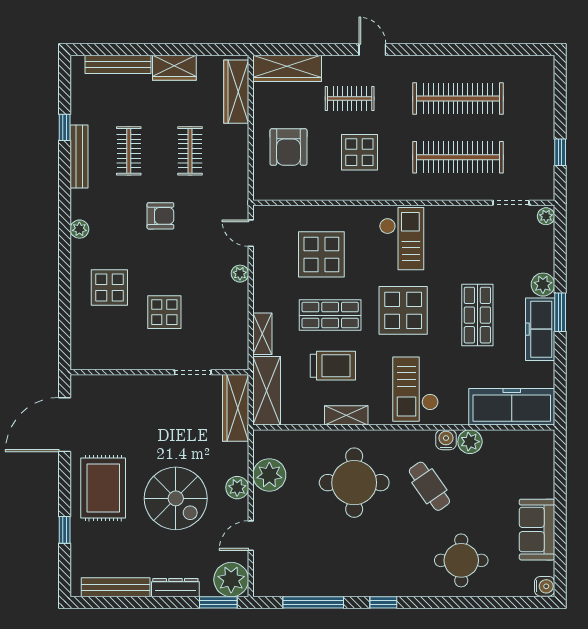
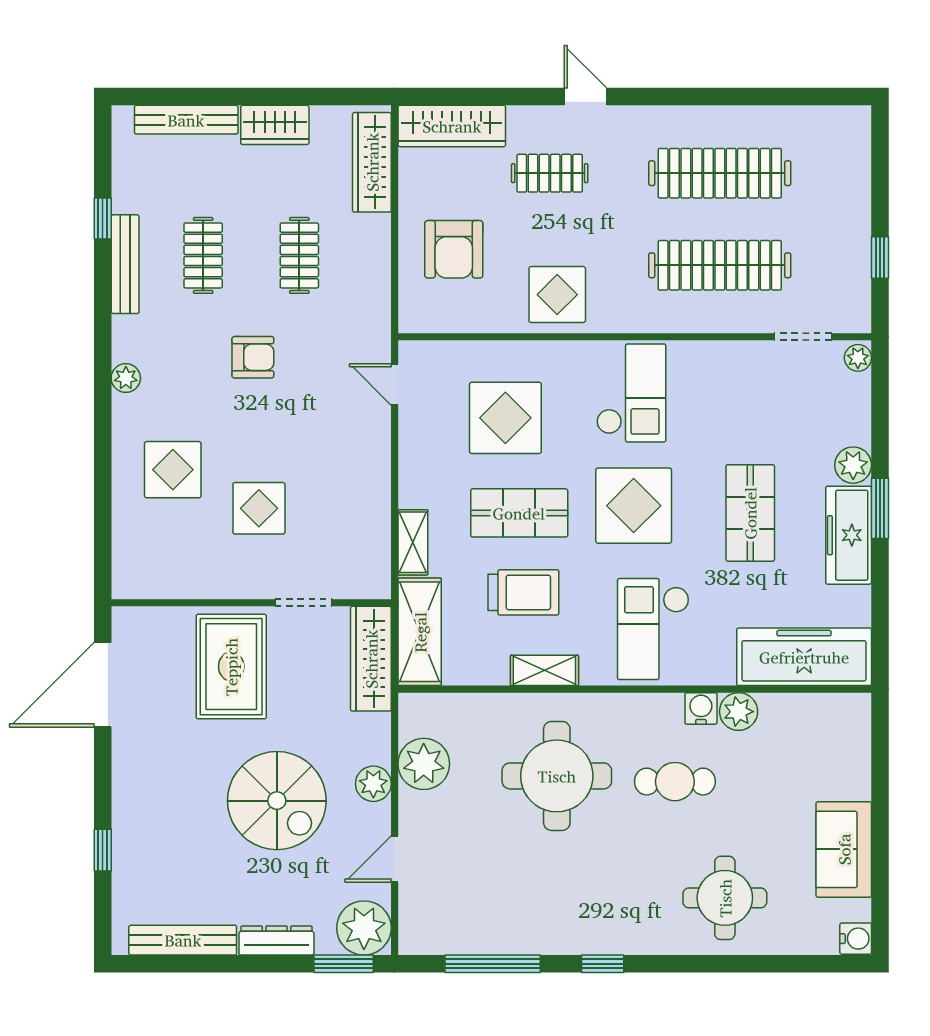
display table: (359, 152) -> (557, 295), moved
plant: (240, 274) -> (378, 448), removed
cafe table: (429, 486) -> (675, 782), turned -55
rug: (103, 488) -> (231, 667), moved

